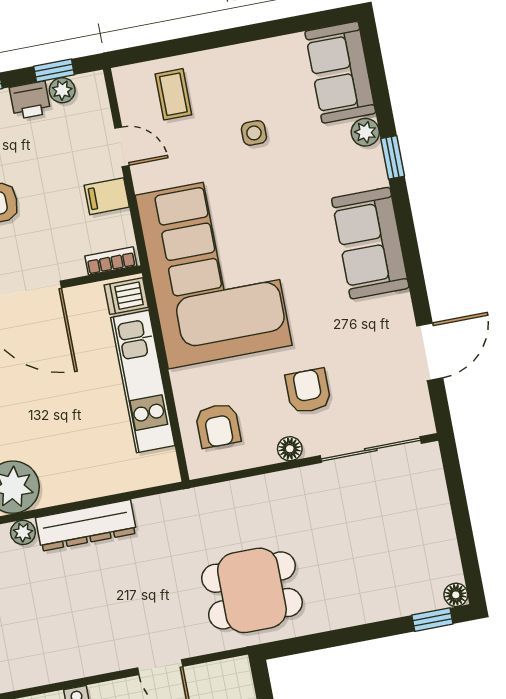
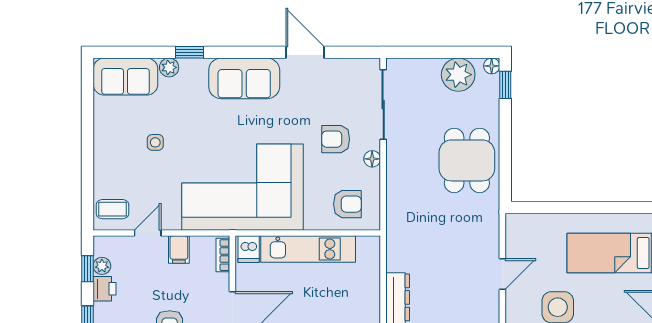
coffee table: (173, 94) -> (112, 209), moved
door: (430, 352) -> (305, 52), moved
plant: (434, 549) -> (458, 75), added
dining table: (252, 590) -> (467, 160), moved

